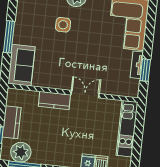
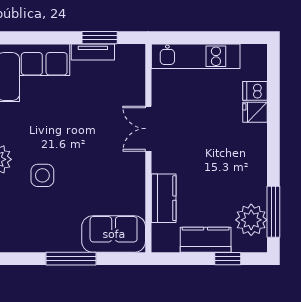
kitchen counter: (54, 101) -> (164, 198), moved

